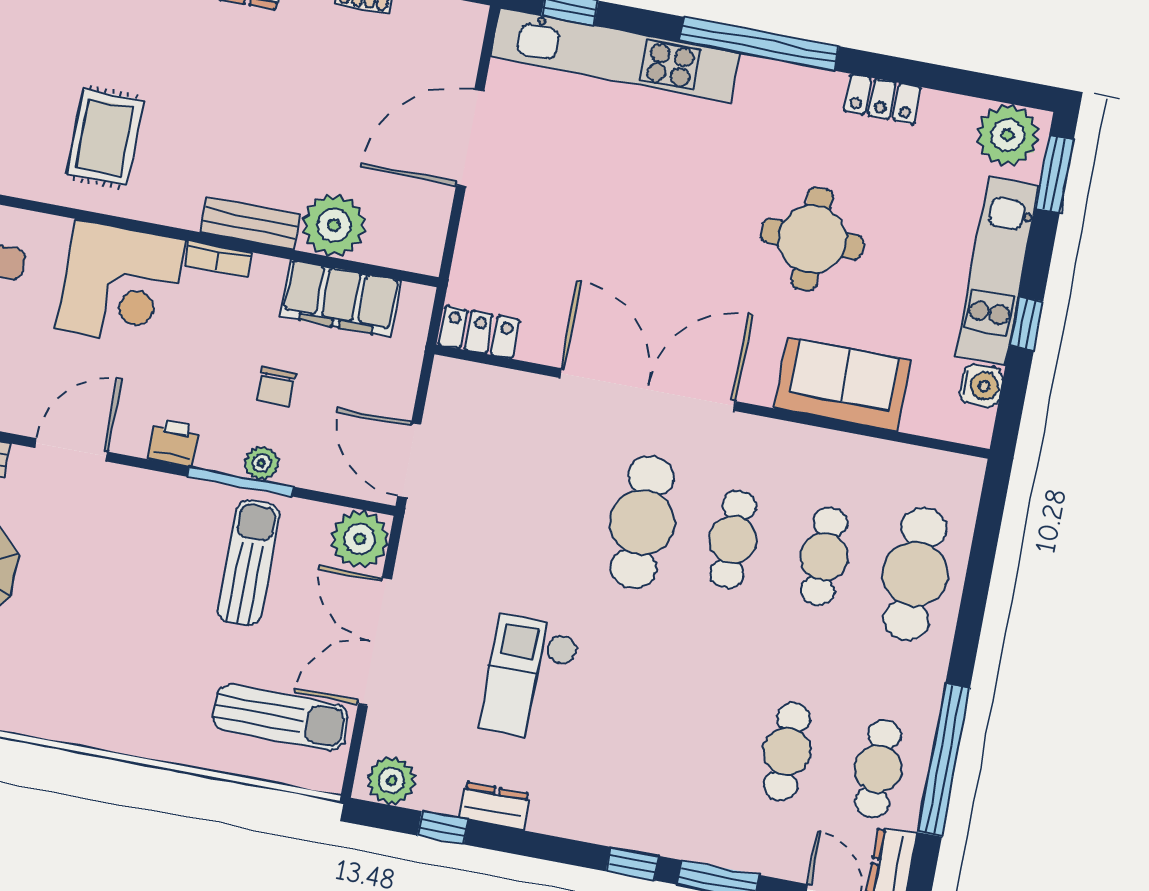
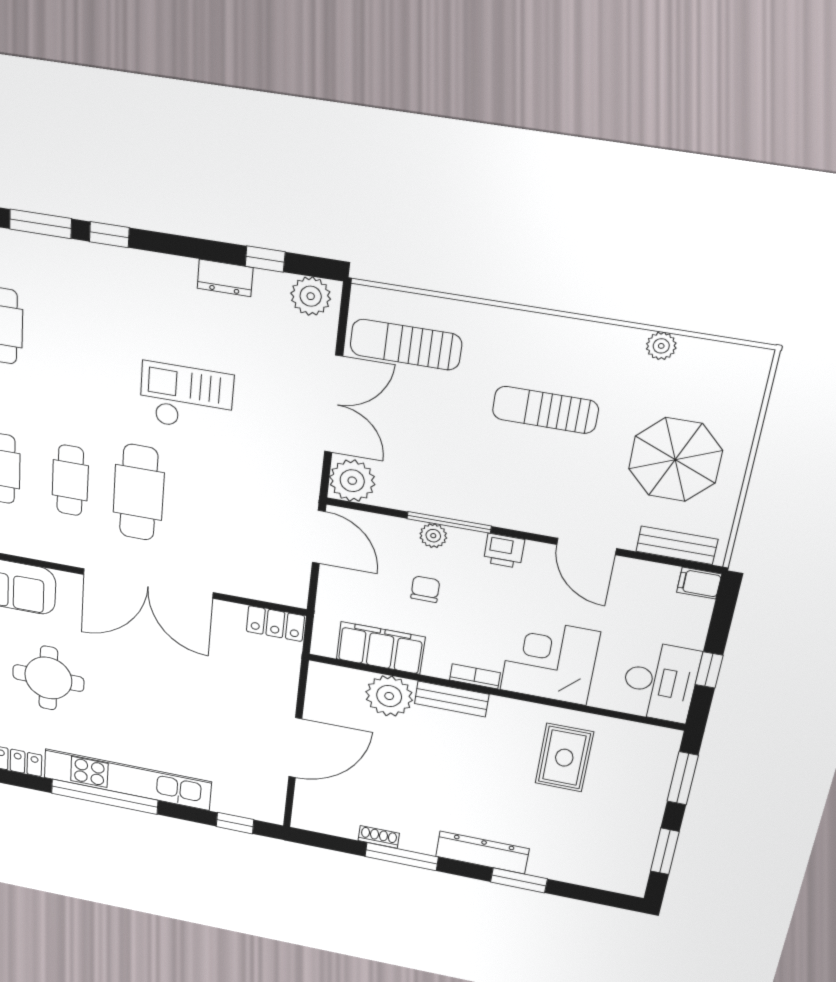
kitchen unit: (615, 55) -> (127, 780), moved
door: (71, 450) -> (586, 546), hinge flipped
sun lounger: (249, 563) -> (545, 410), moved, turned 90
checkout: (529, 678) -> (186, 398), moved, turned -90

